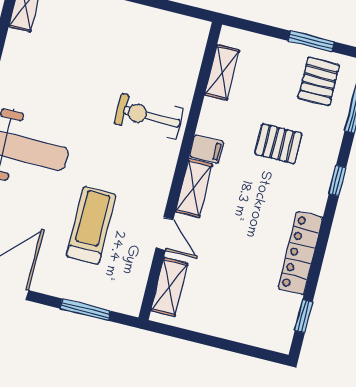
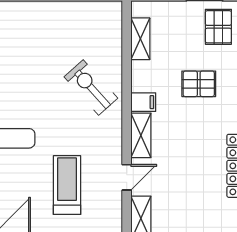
exercise bike: (149, 116) -> (91, 87), turned 48
door: (165, 234) -> (127, 177), hinge flipped

